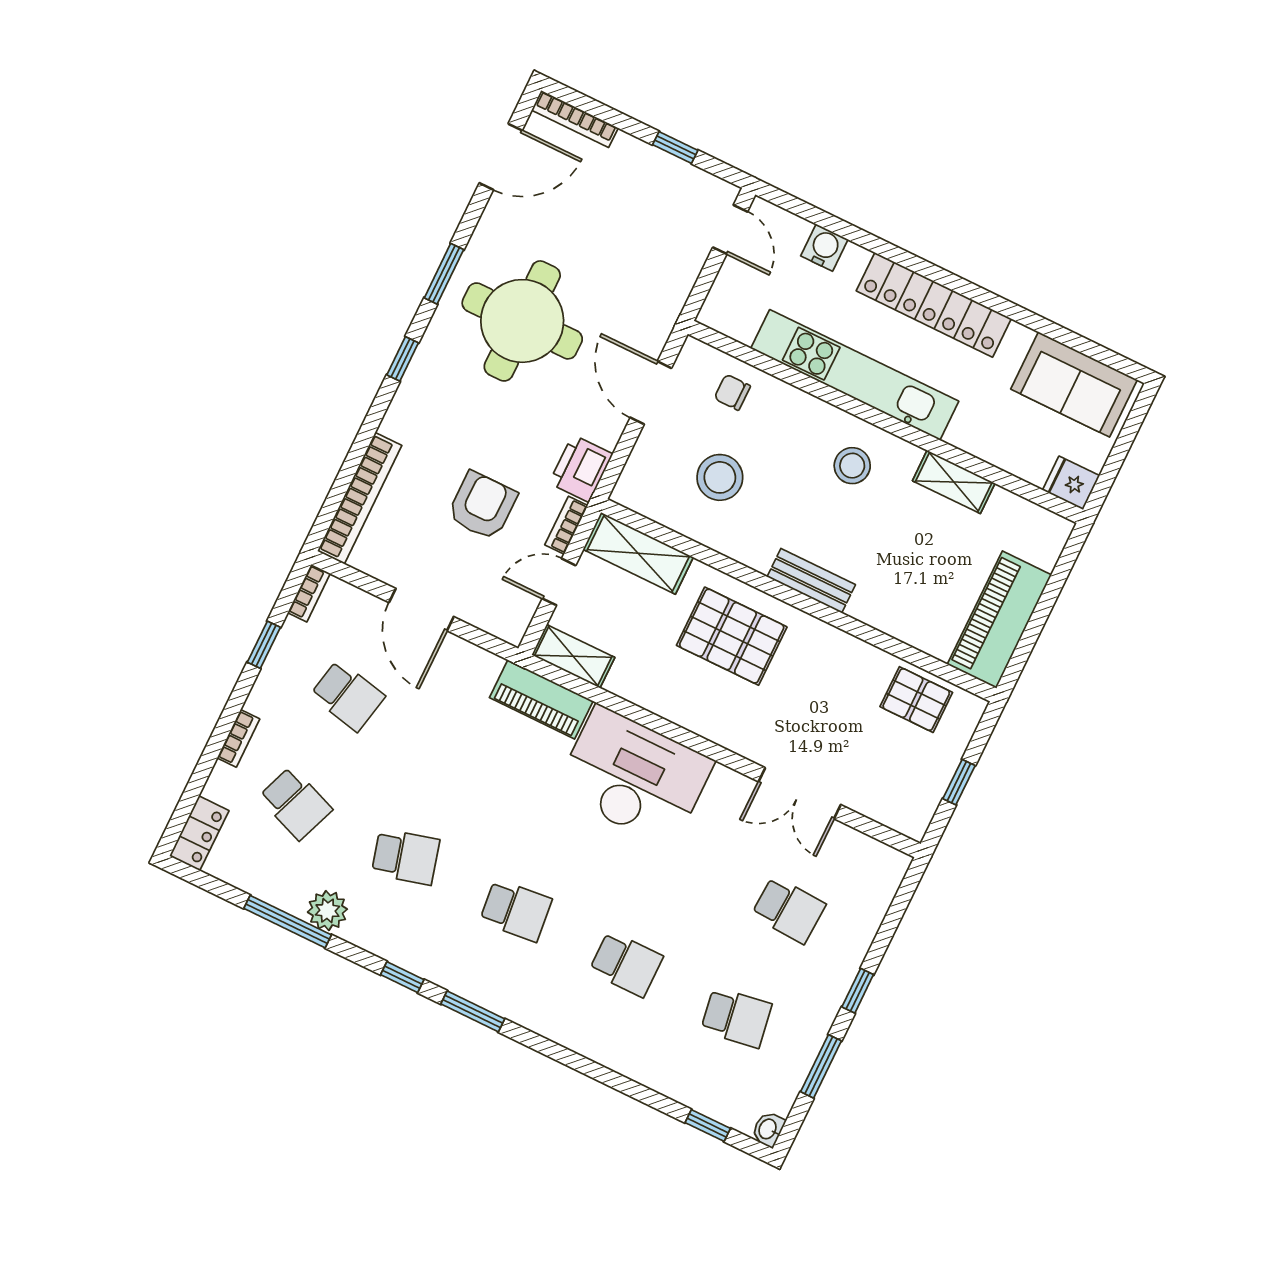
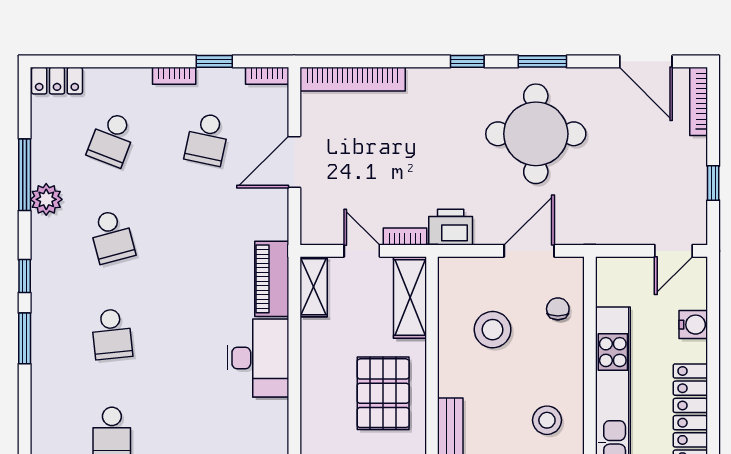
armchair: (482, 506) -> (390, 169), removed
bookcase: (238, 738) -> (174, 76), moved
desk: (634, 777) -> (258, 358), width x0.73, depth x0.77

